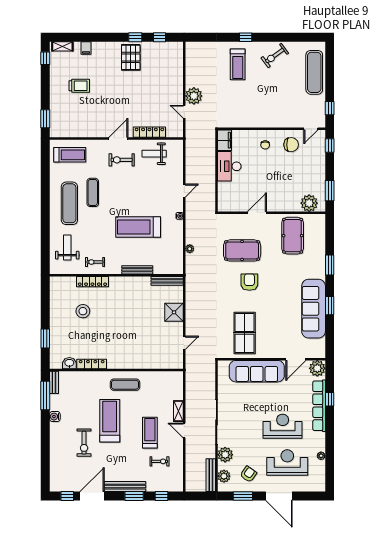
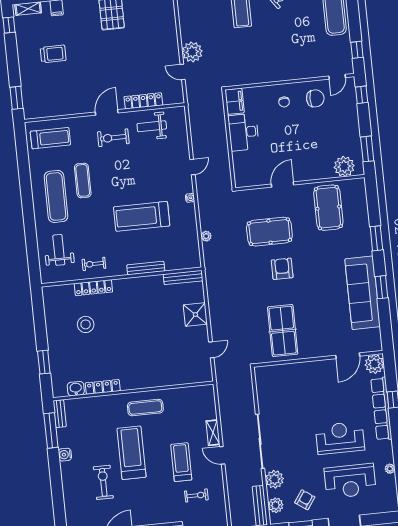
sofa: (257, 371) -> (302, 375), removed
exercise bike: (84, 443) -> (103, 482), turned 180
reception desk: (287, 463) -> (350, 481), turned 180

